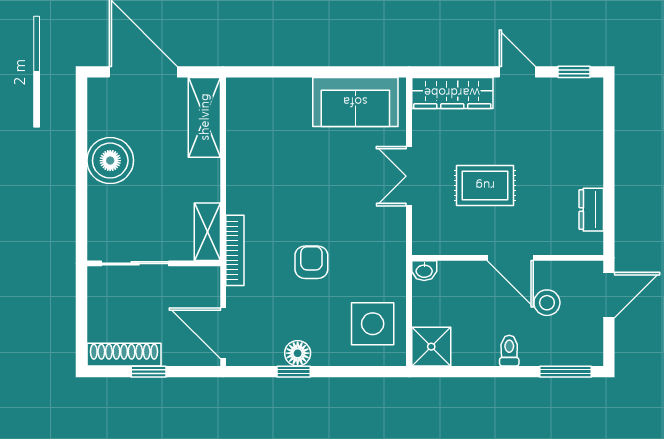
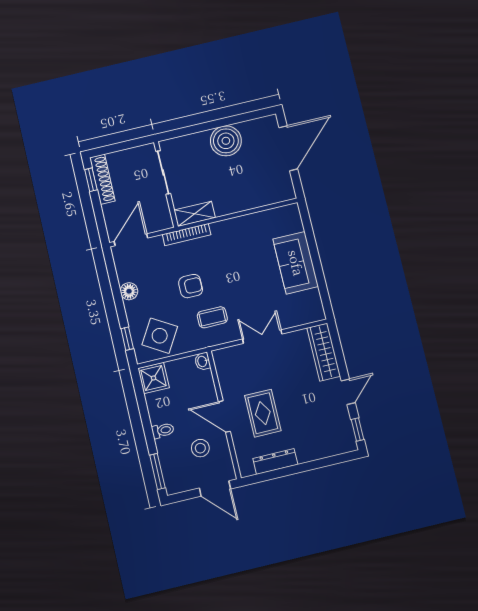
sofa: (355, 102) -> (296, 263), moved
shelving: (204, 117) -> (268, 194), removed
rug: (485, 186) -> (263, 413), moved
dresser: (591, 210) -> (275, 461), width x1.44
coffee table: (364, 241) -> (212, 317), added
door: (510, 258) -> (224, 417), hinge flipped
side table: (373, 324) -> (160, 336), turned 31
window: (149, 372) -> (91, 180), moved
window: (294, 372) -> (127, 339), moved

